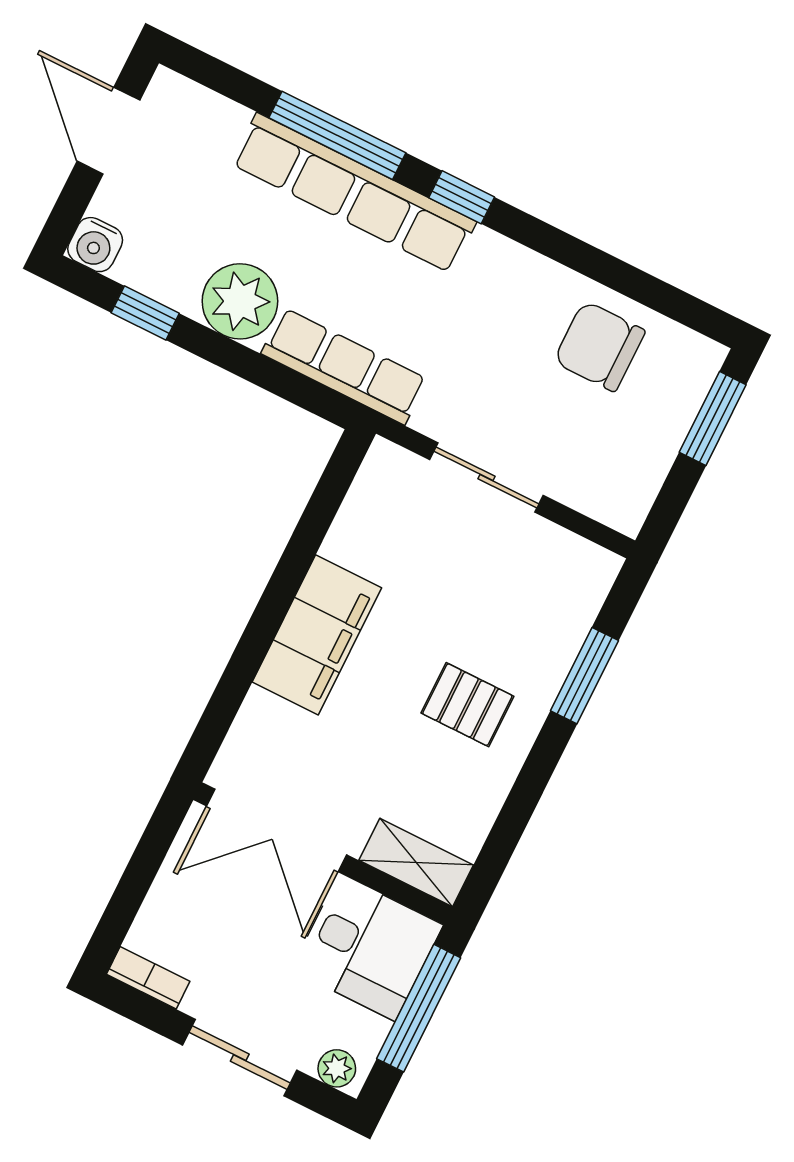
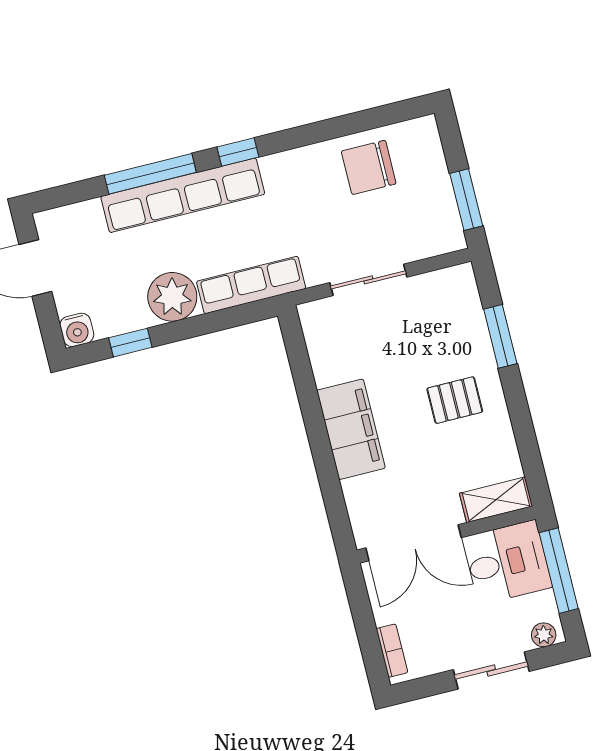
window: (713, 419) -> (466, 200), moved
bookcase: (148, 978) -> (392, 651), moved, turned 90

